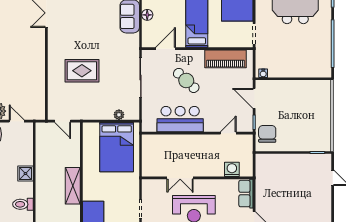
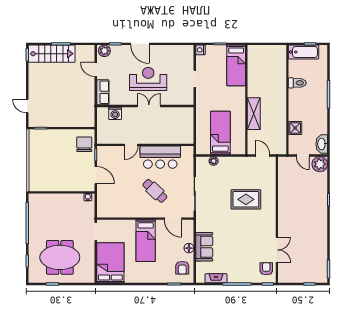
door: (166, 49) -> (173, 219), hinge flipped
piano: (225, 59) -> (121, 210), removed
door: (228, 133) -> (131, 145), moved
chair: (267, 134) -> (84, 144), turned 180
bed: (117, 147) -> (220, 133), width x0.67
shower: (25, 174) -> (295, 128), moved
double door: (180, 178) -> (149, 106), moved
shelving: (73, 186) -> (254, 114), moved

